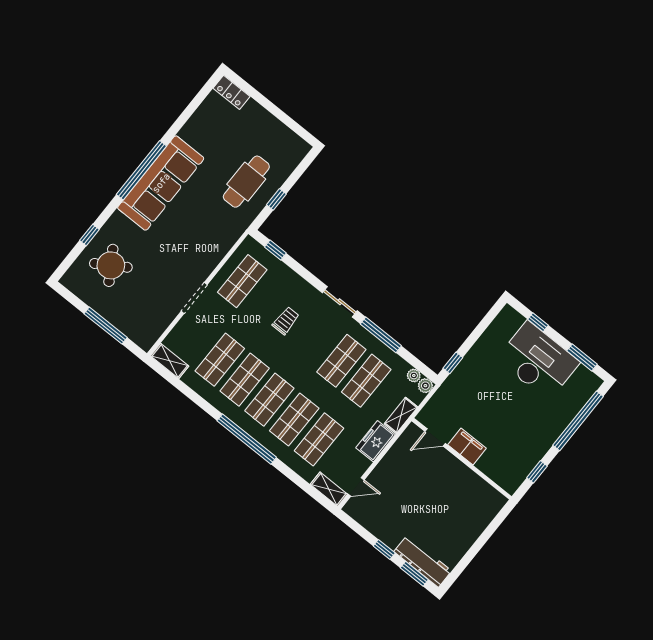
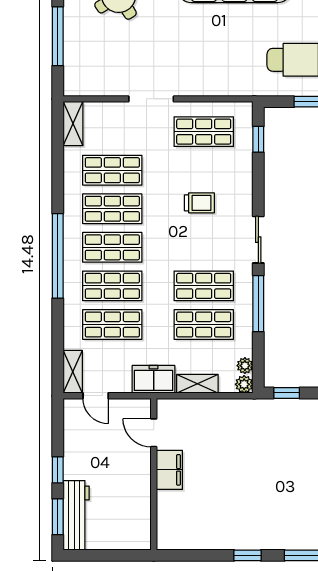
door: (435, 437) -> (154, 433), moved
filing cabinet: (467, 447) -> (169, 470), moved
wall: (462, 459) -> (154, 474), moved

